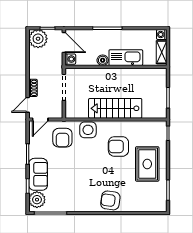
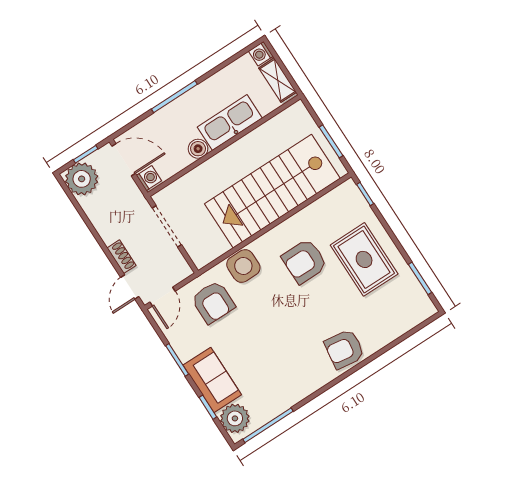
stairs: (115, 108) -> (272, 191), width x1.36, depth x1.51

